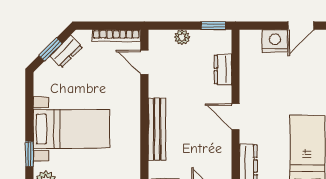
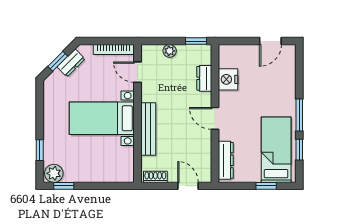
nightstand: (275, 41) -> (228, 79), moved, turned -90
bed with nightstands: (71, 129) -> (102, 118), moved, turned 180

